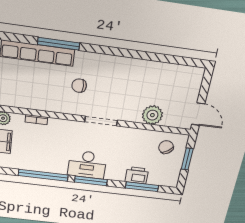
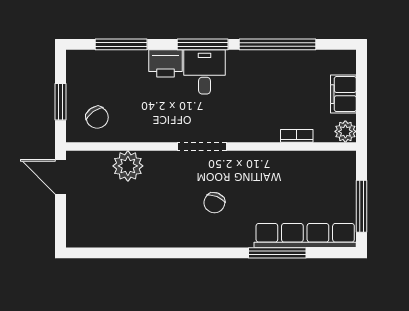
chair: (79, 86) -> (214, 203), moved, turned 112
desk: (87, 165) -> (205, 72), width x0.73
printer: (137, 175) -> (166, 63), moved

